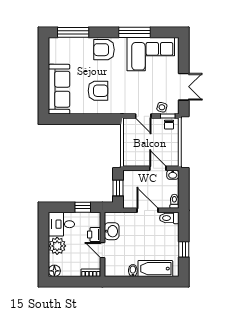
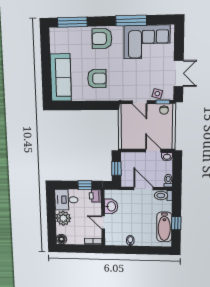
printer: (94, 235) -> (95, 196), moved
bathtub: (155, 269) -> (164, 227), moved, turned -90

